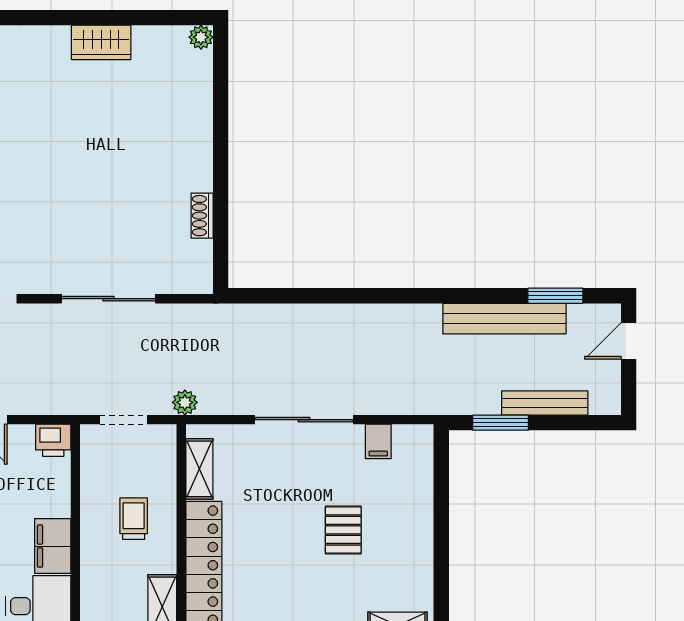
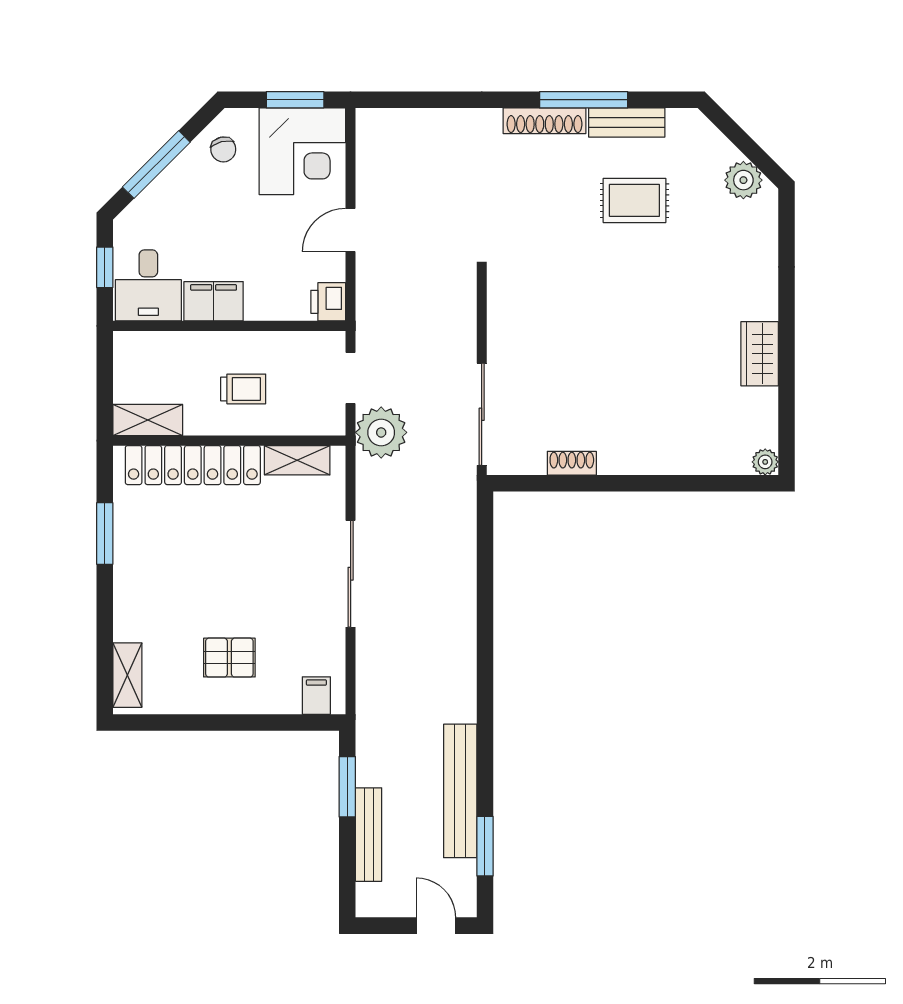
sliding door: (108, 299) -> (482, 414), moved
plant: (185, 402) -> (381, 432), width x1.88, depth x1.88
filing cabinet: (378, 441) -> (316, 696), moved, turned 90
pallet: (343, 530) -> (229, 658), moved

